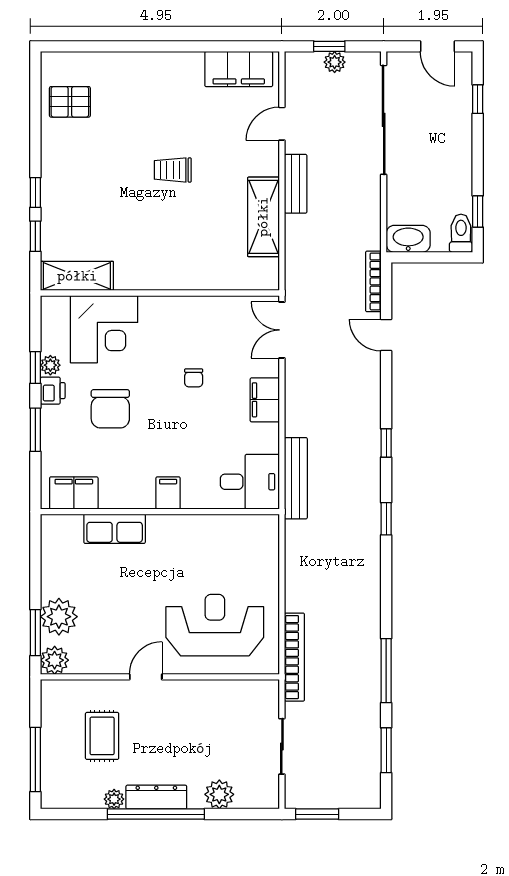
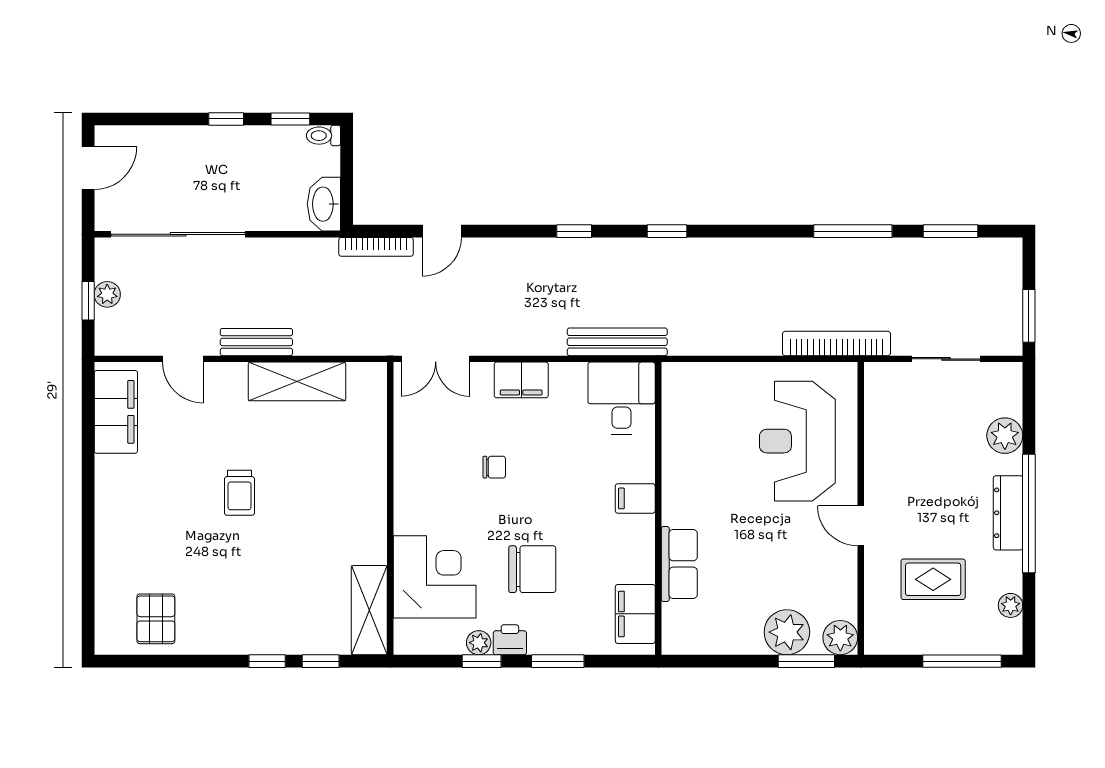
window: (478, 99) -> (226, 119), moved
toilet: (461, 233) -> (323, 136), width x0.73, depth x0.72
plant: (114, 799) -> (1011, 605), moved

